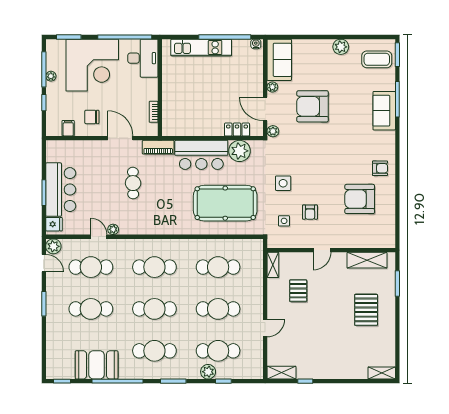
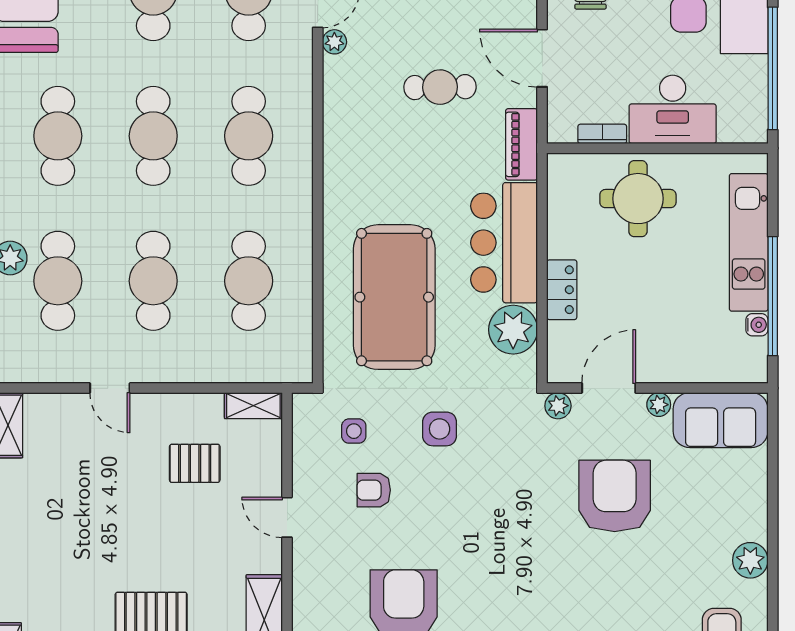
water cooler: (256, 44) -> (757, 325), moved
desk: (143, 58) -> (673, 109), moved
round table: (182, 96) -> (638, 199), added
locker: (237, 130) -> (562, 290), moved
door: (120, 138) -> (542, 58), swing flipped

